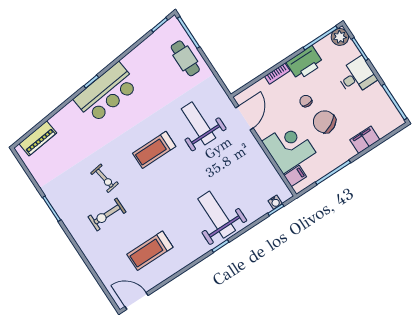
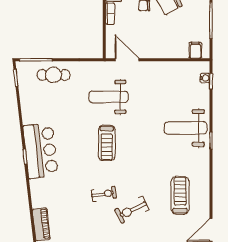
corner desk: (289, 147) -> (170, 41), removed
exercise bike: (107, 214) -> (132, 210), turned 64
treadmill: (150, 251) -> (180, 195), turned 180

